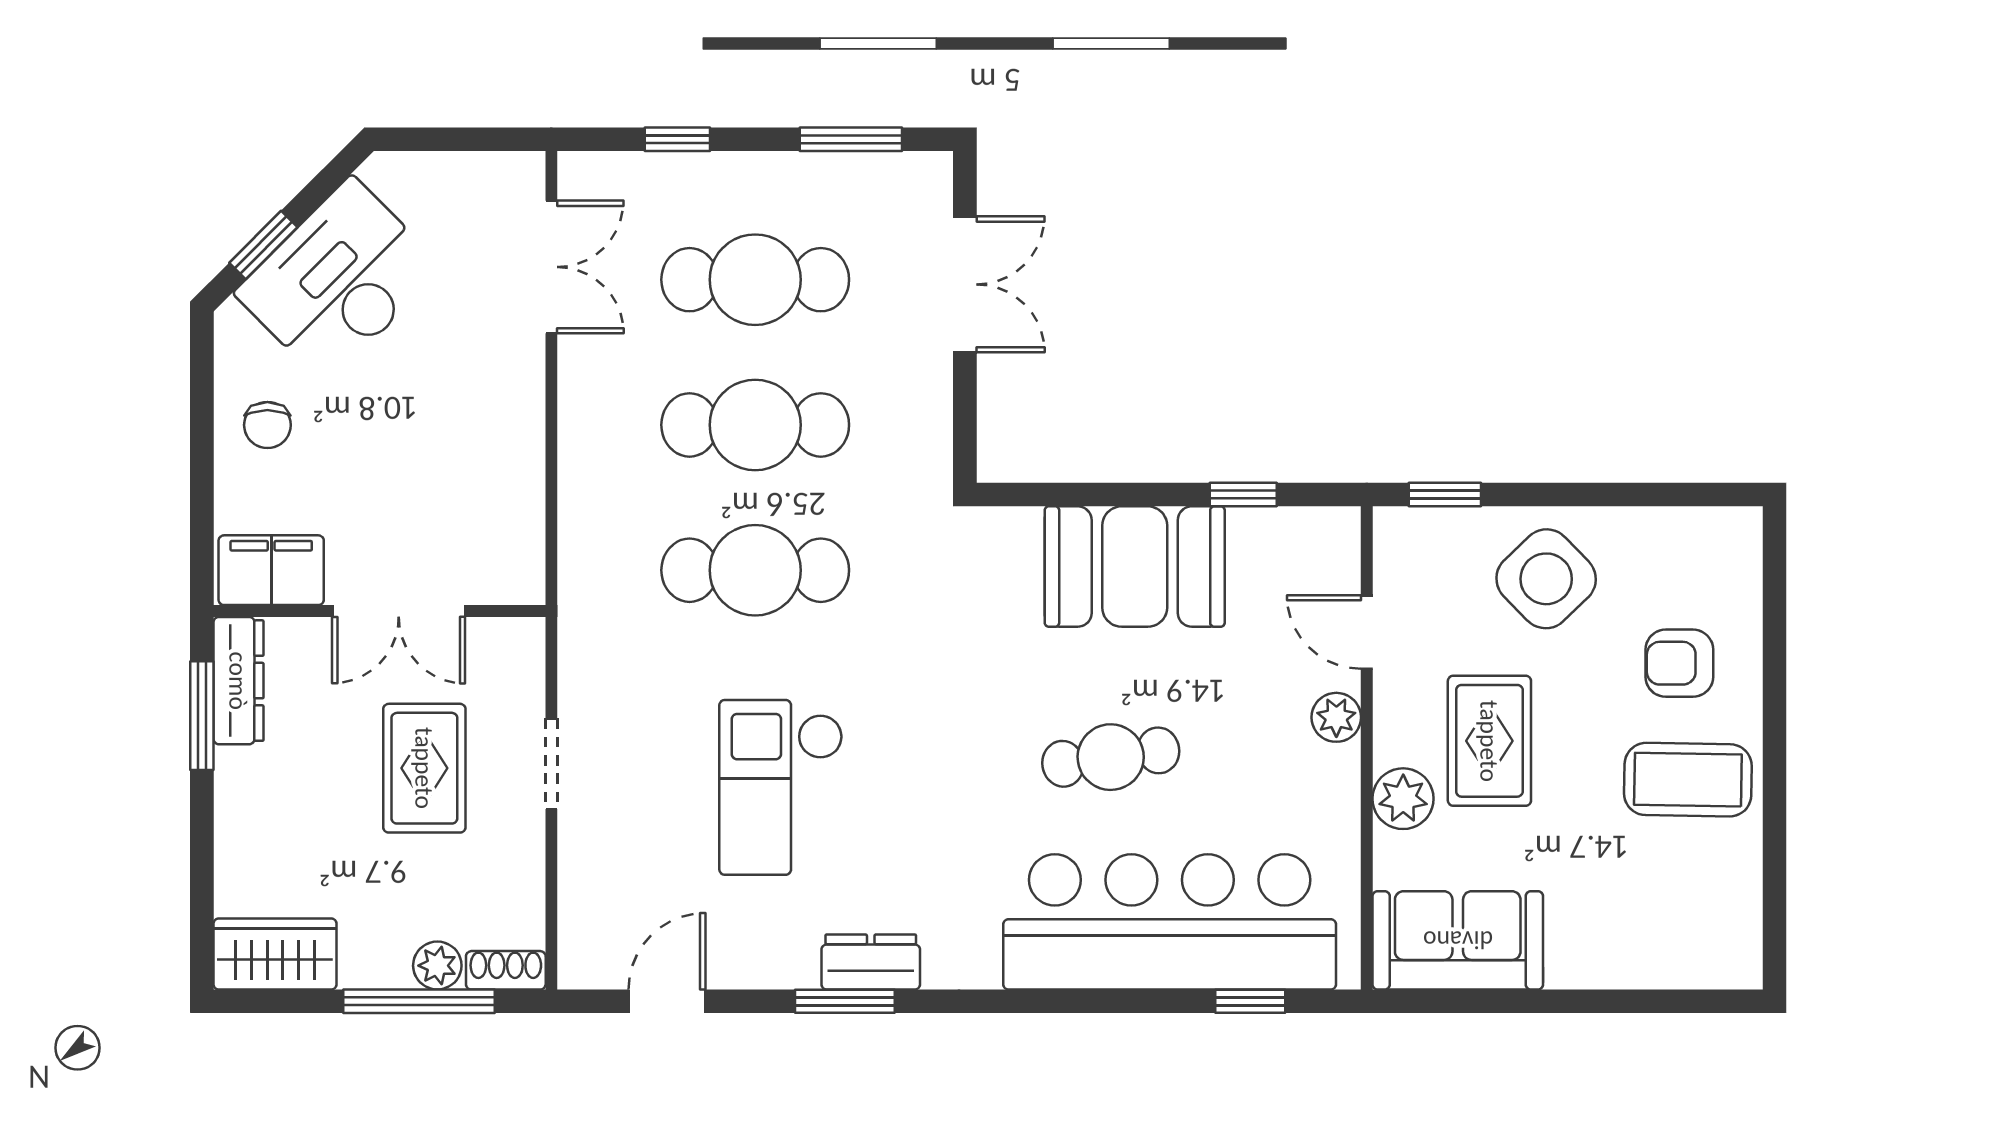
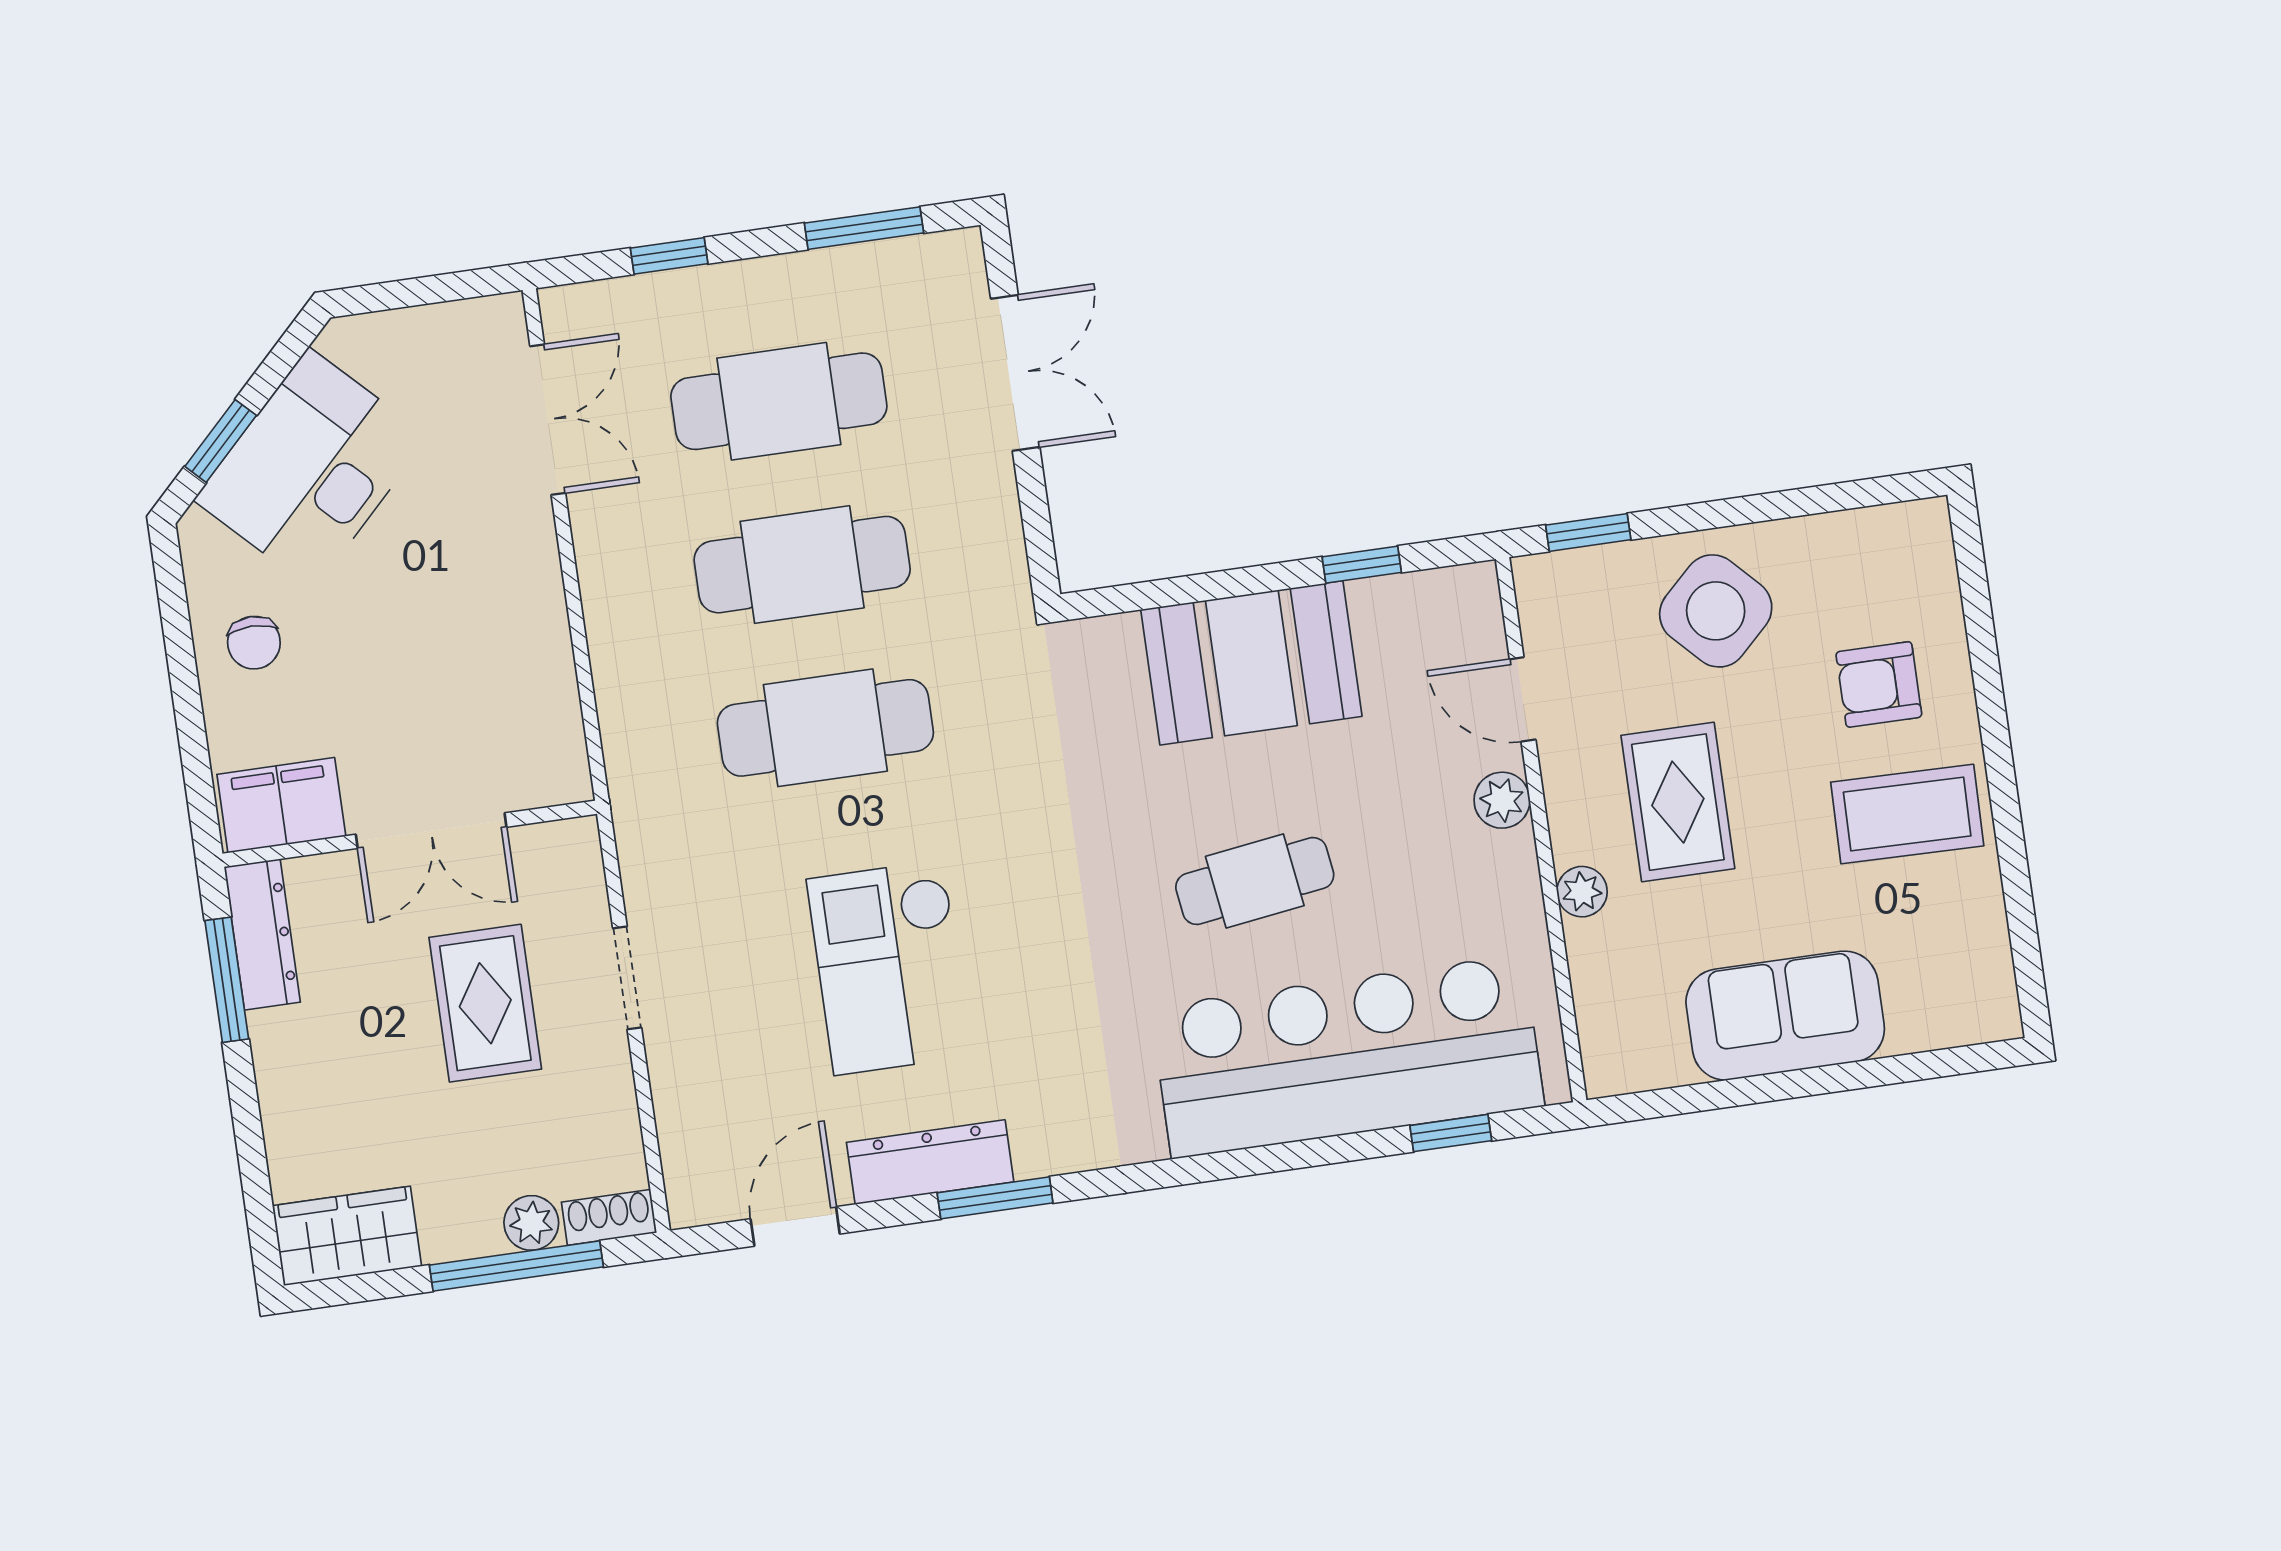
plant: (1403, 799) -> (1582, 892), width x0.73, depth x0.73
sofa: (1458, 940) -> (1785, 1016), moved
dresser: (871, 962) -> (930, 1162), moved, width x1.44

